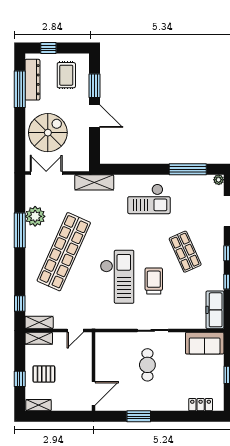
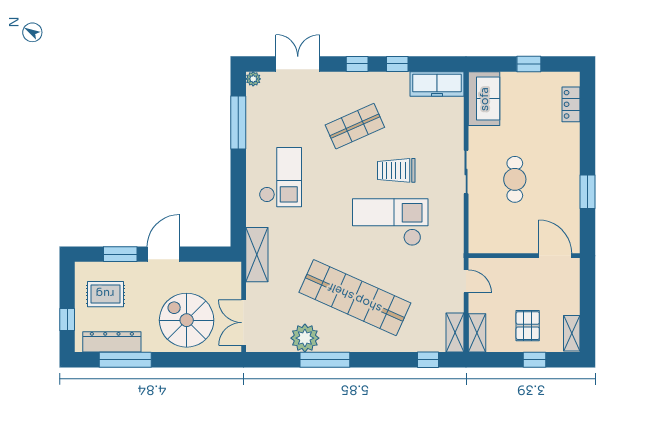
cafe table: (147, 365) -> (515, 179), turned 90

